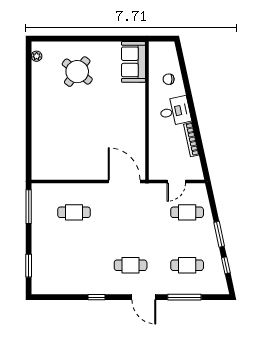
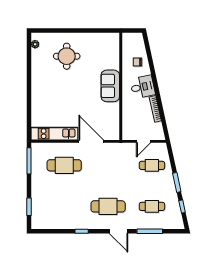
sofa: (133, 62) -> (110, 86), moved
round table: (77, 72) -> (67, 56), turned -38
kitchen unit: (61, 171) -> (54, 134), added
door: (124, 182) -> (91, 141), moved
cafe table: (74, 212) -> (64, 165), width x1.37, depth x1.35
cafe table: (131, 265) -> (108, 206), width x1.37, depth x1.35

